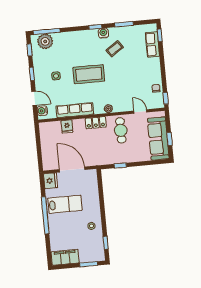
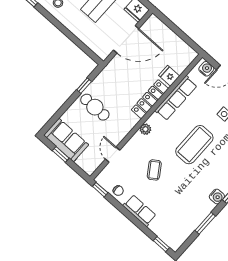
row of seats: (152, 44) -> (139, 211), moved
coffee table: (115, 49) -> (154, 170), moved
door: (140, 112) -> (113, 155), swing flipped
locker: (96, 123) -> (150, 99), width x1.53
cafe table: (121, 130) -> (95, 107), moved
sofa: (158, 139) -> (66, 140), width x0.73

